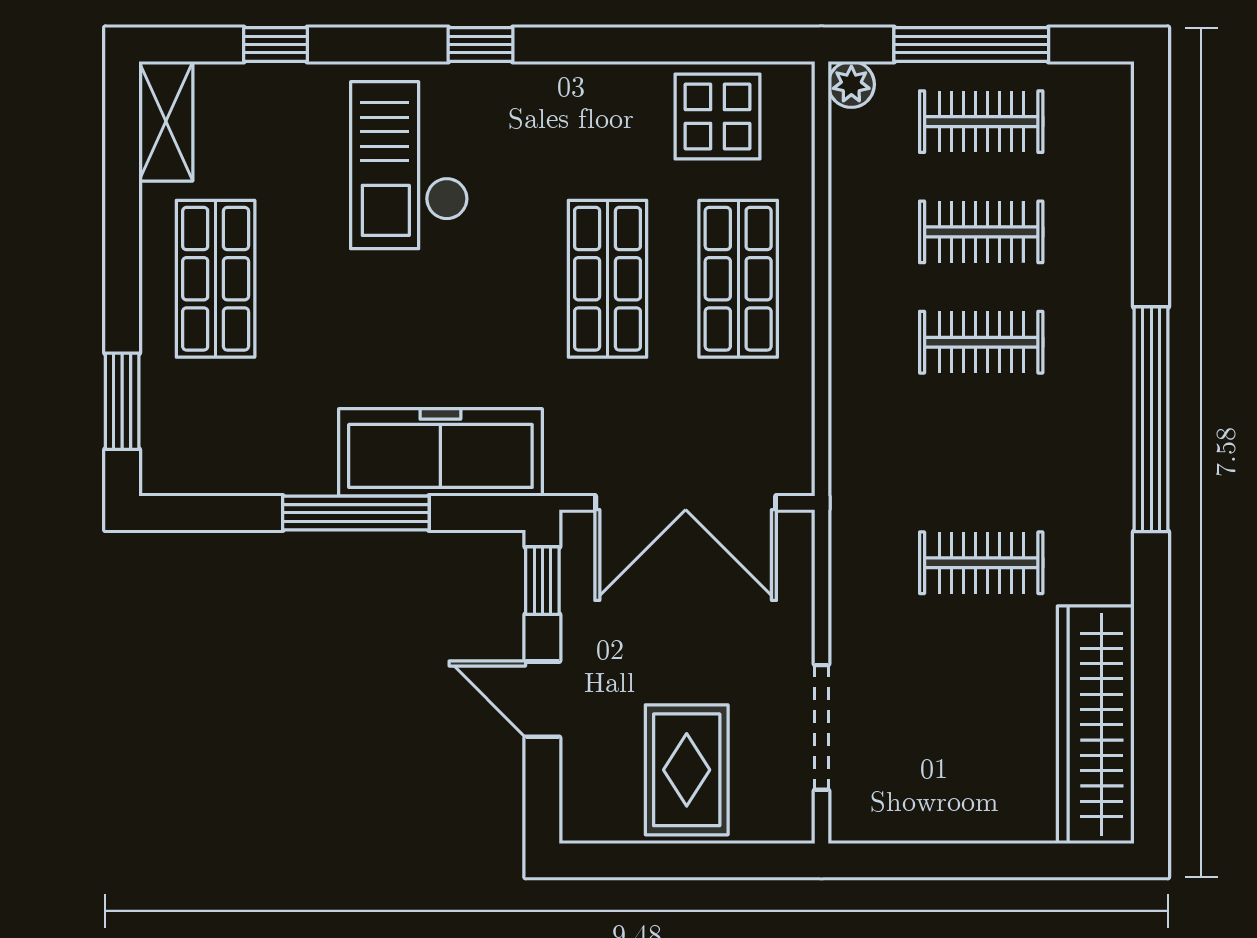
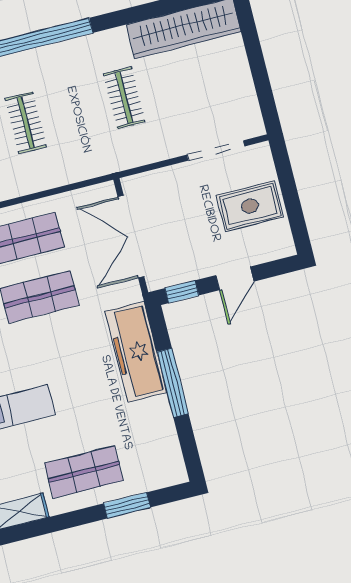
window: (122, 401) -> (127, 505), moved
double door: (686, 503) -> (131, 237), swing flipped

